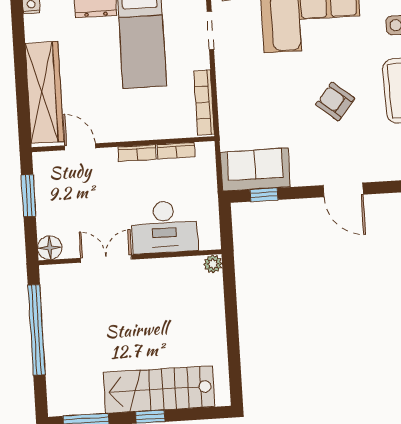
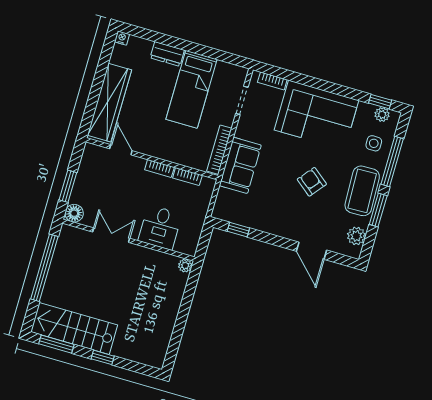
sofa: (255, 170) -> (240, 165), moved, turned 90
door: (343, 190) -> (311, 251), moved
window: (28, 196) -> (68, 186), moved
desk: (164, 227) -> (160, 227), width x0.73
stairs: (159, 389) -> (74, 328), moved

